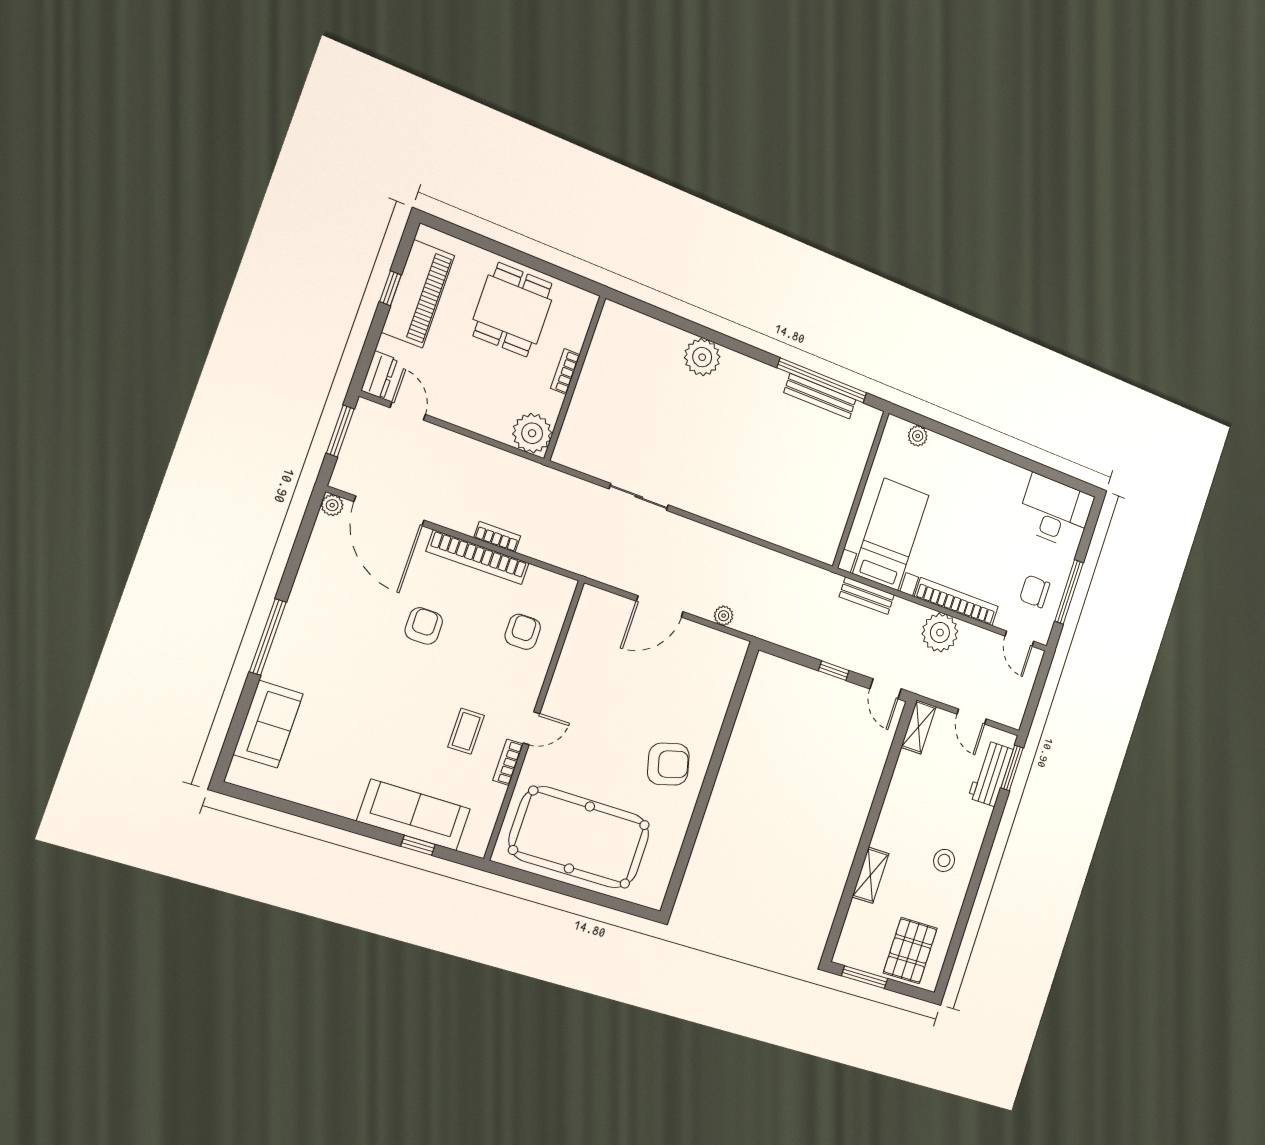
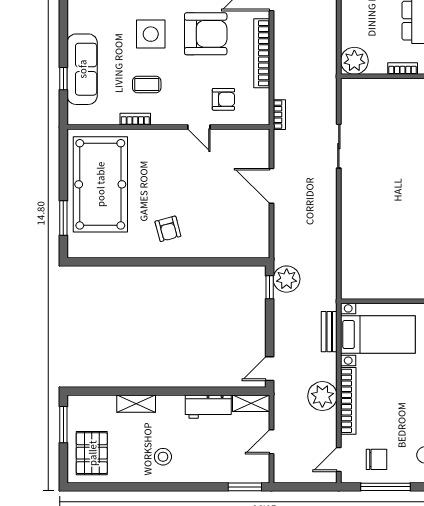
bookcase: (497, 537) -> (279, 115), moved
chair: (1035, 591) -> (376, 459), turned 90
plant: (724, 616) -> (287, 279), moved, width x1.88, depth x1.88
armchair: (424, 626) -> (206, 34), width x1.88, depth x1.88
window: (834, 671) -> (270, 287), moved
side table: (397, 703) -> (151, 34), added
door: (531, 728) -> (199, 127), moved
armchair: (668, 764) -> (168, 229), width x0.72, depth x0.72
workbench: (991, 774) -> (208, 407), moved, turned 180
window: (607, 901) -> (63, 218), added
pallet: (910, 951) -> (92, 453), turned 90

